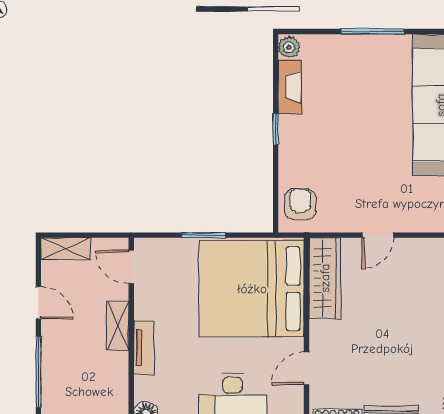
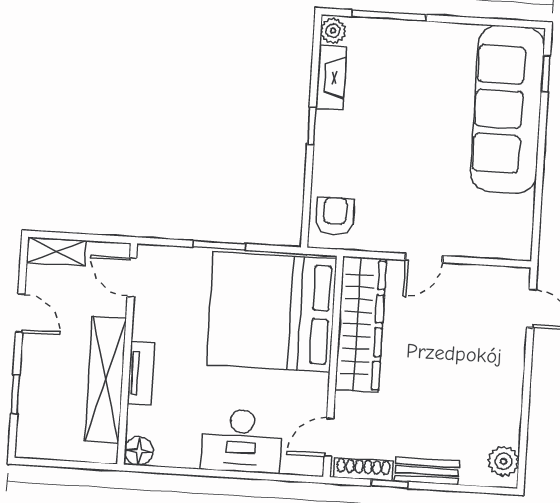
window: (373, 31) -> (389, 16), moved
wardrobe: (325, 278) -> (361, 324), width x1.40, depth x1.17
shelving: (118, 326) -> (105, 380), width x2.20, depth x1.33
door: (307, 368) -> (329, 437), moved
window: (38, 372) -> (15, 394), width x0.46

